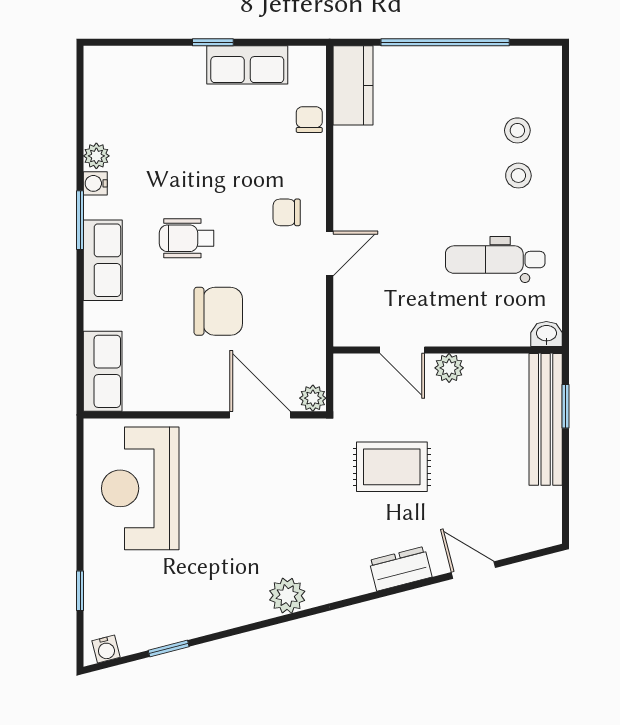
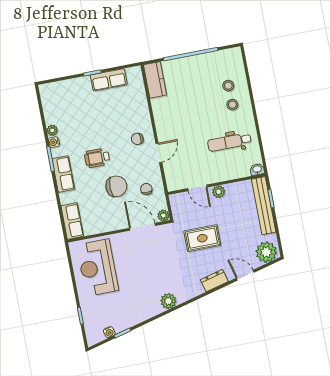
chair: (309, 120) -> (146, 189), moved
plant: (531, 526) -> (266, 252), added
water cooler: (106, 649) -> (109, 332), moved

